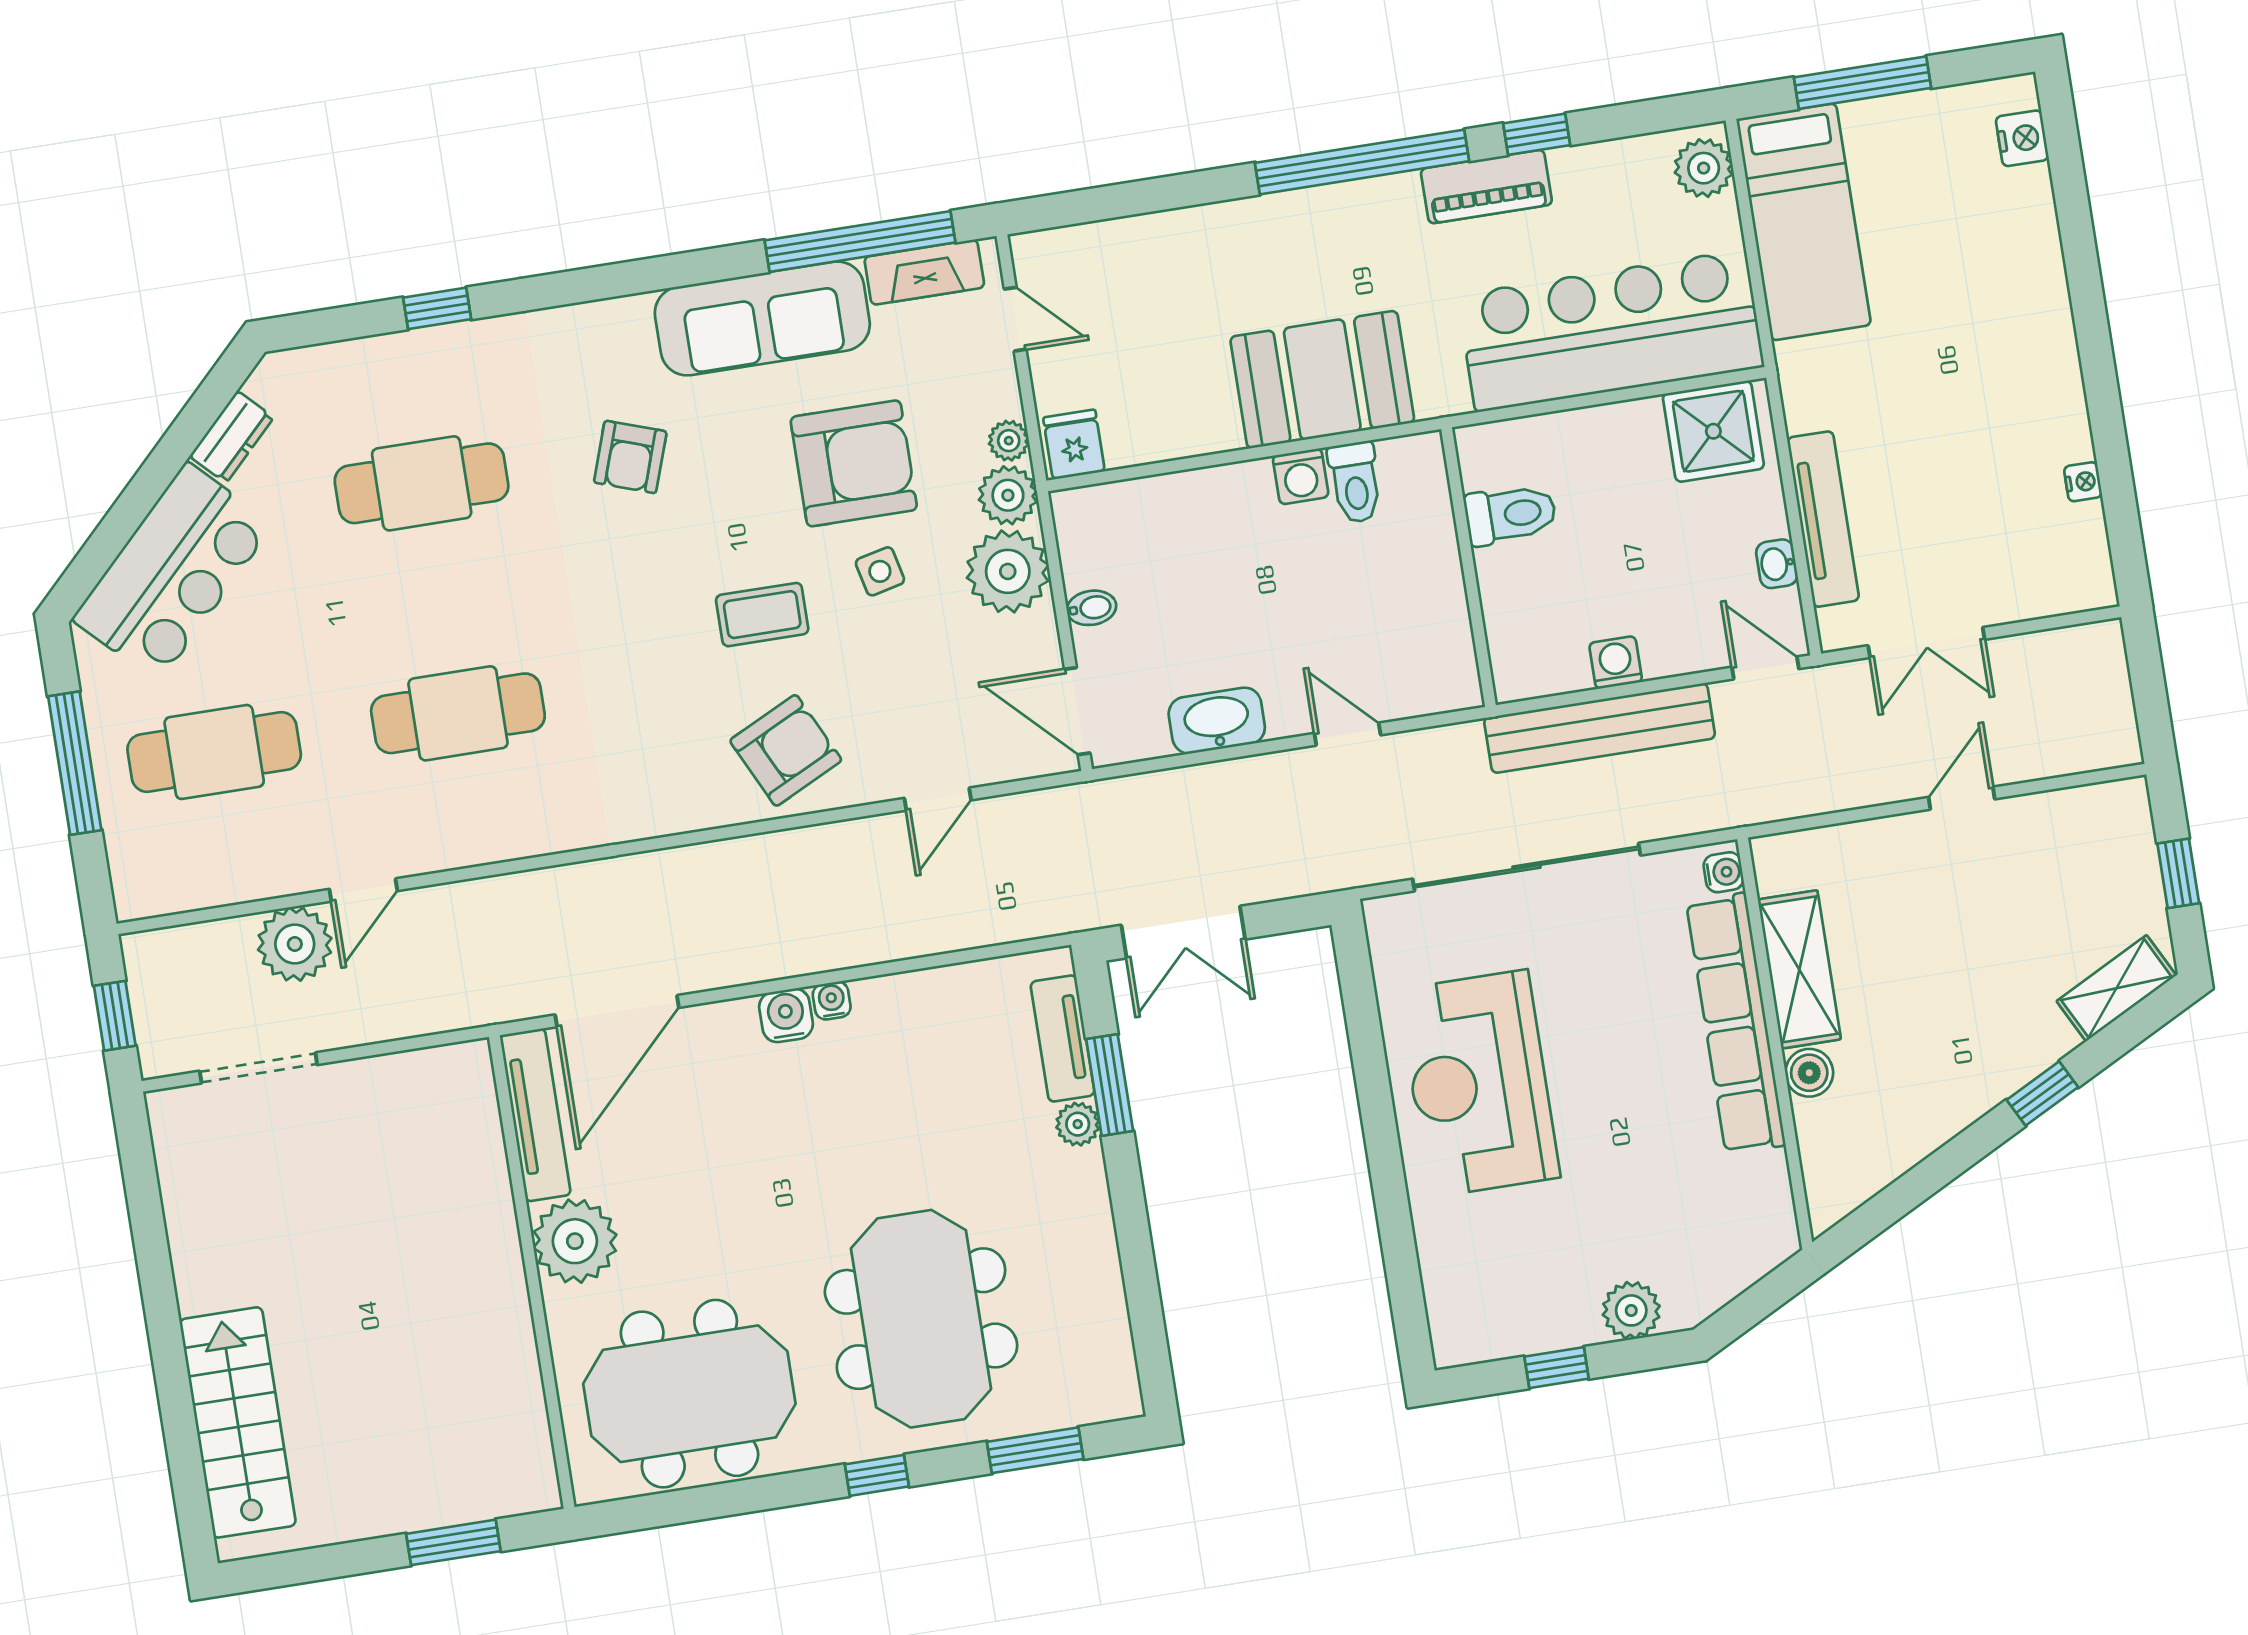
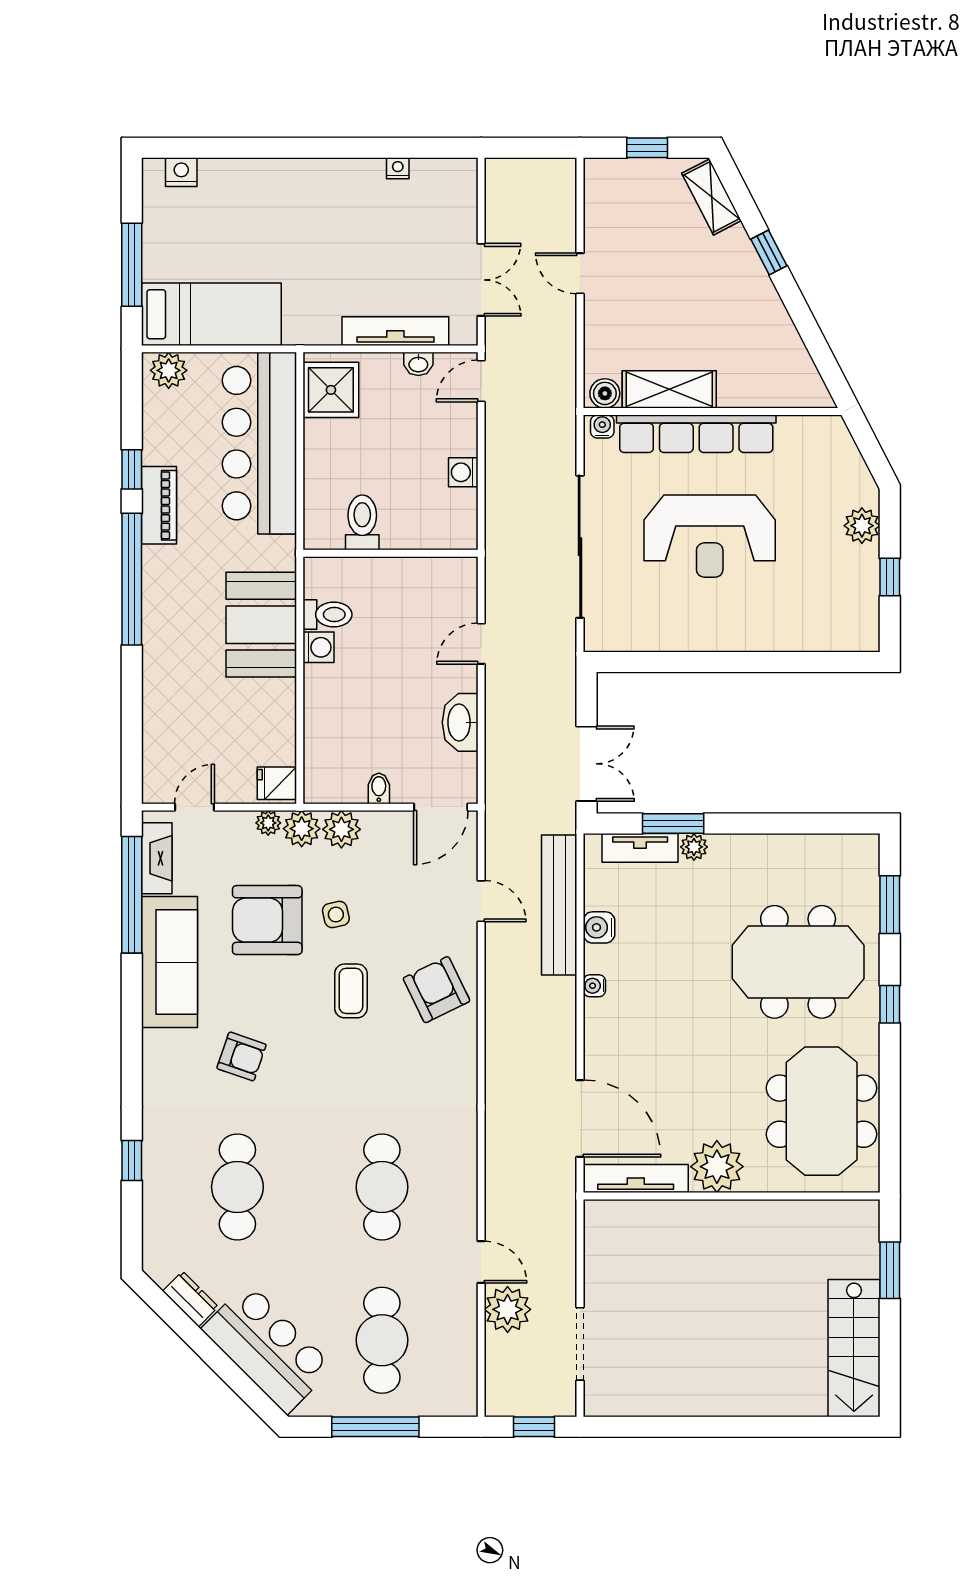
armchair: (854, 463) -> (267, 920), turned -90
plant: (1008, 571) -> (341, 829), width x0.73, depth x0.73
bench: (1600, 728) -> (559, 905), moved
water cooler: (786, 1015) -> (599, 927), moved
boiler: (1809, 1073) -> (605, 393), moved
reception desk: (1479, 1083) -> (710, 536), moved
stairs: (238, 1422) -> (854, 1348), moved, turned -90

